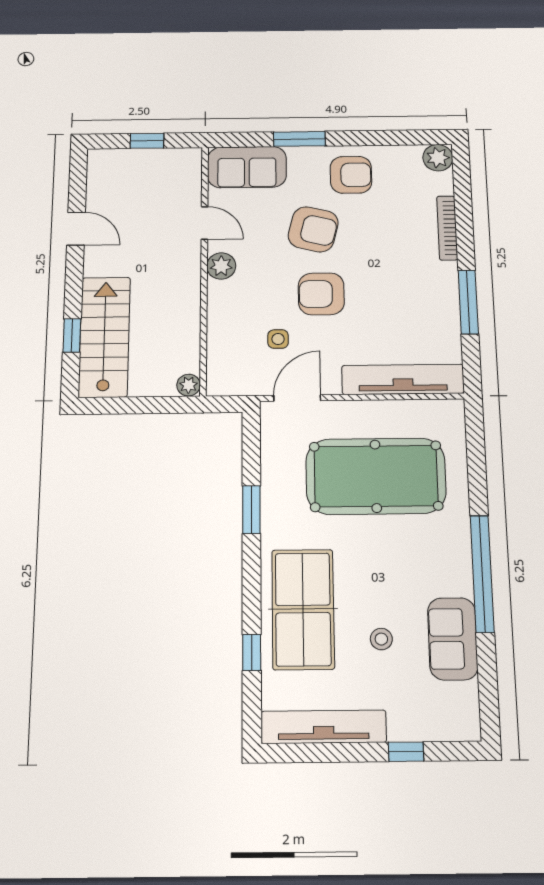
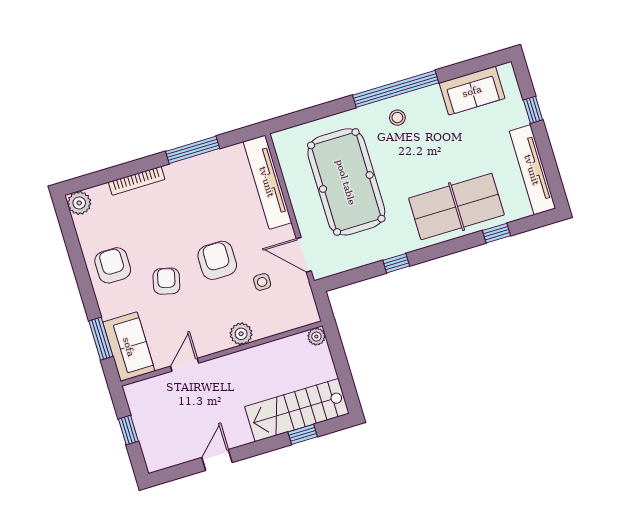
window: (299, 139) -> (101, 339), moved
armchair: (313, 229) -> (166, 281), width x0.72, depth x0.72
plant: (221, 266) -> (241, 334), moved
armchair: (321, 294) -> (217, 260), turned 180
window: (251, 510) -> (396, 263), width x0.67
stool: (381, 639) -> (397, 118), moved
sofa: (453, 639) -> (472, 91), moved

